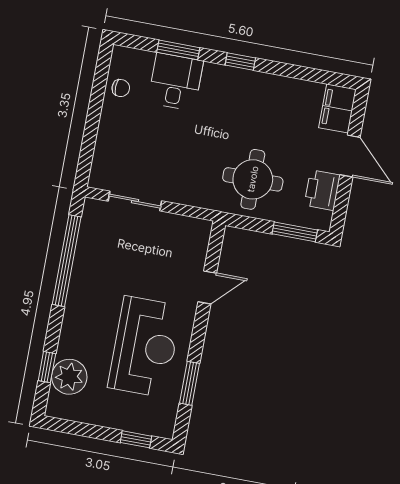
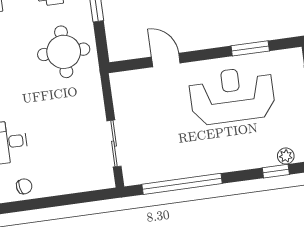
chair: (121, 88) -> (24, 186), turned 79
plant: (69, 377) -> (286, 156), width x0.53, depth x0.53

